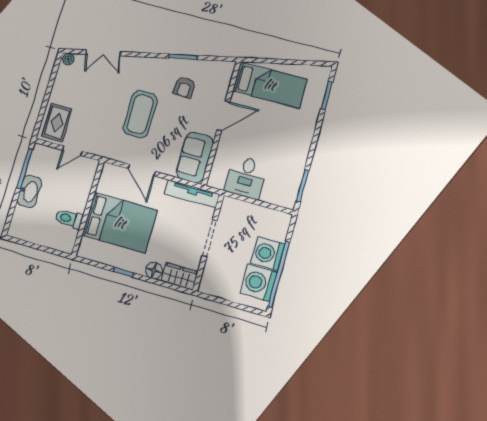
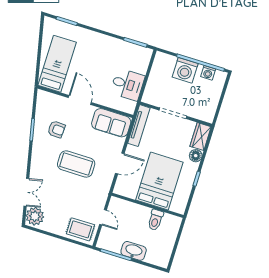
plant: (68, 59) -> (35, 216), width x1.88, depth x1.88
washing machine: (258, 283) -> (208, 73), width x0.53, depth x0.53

